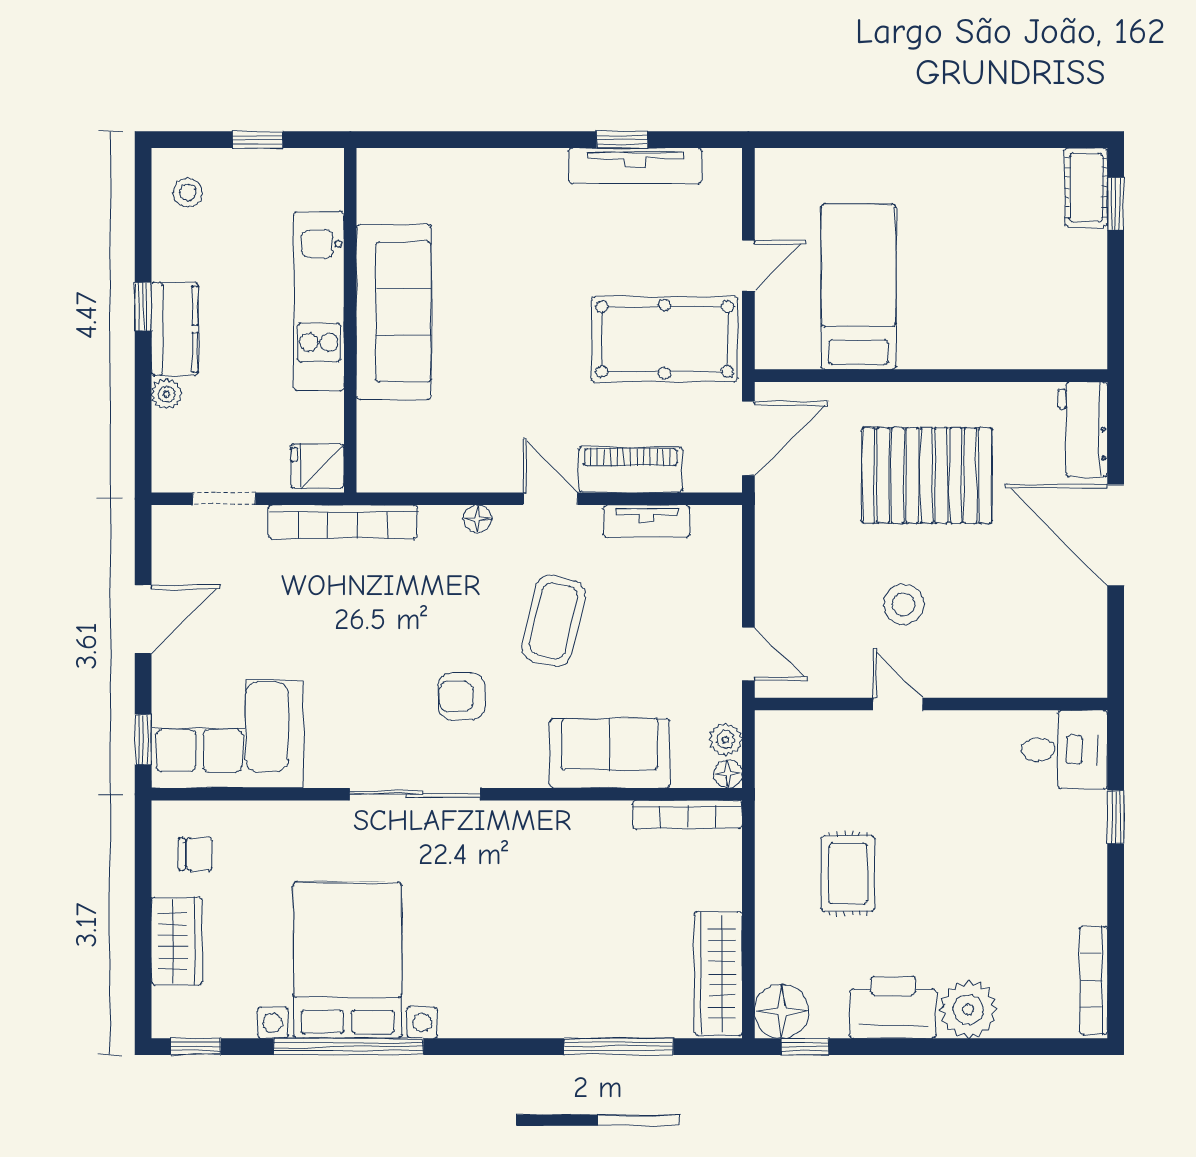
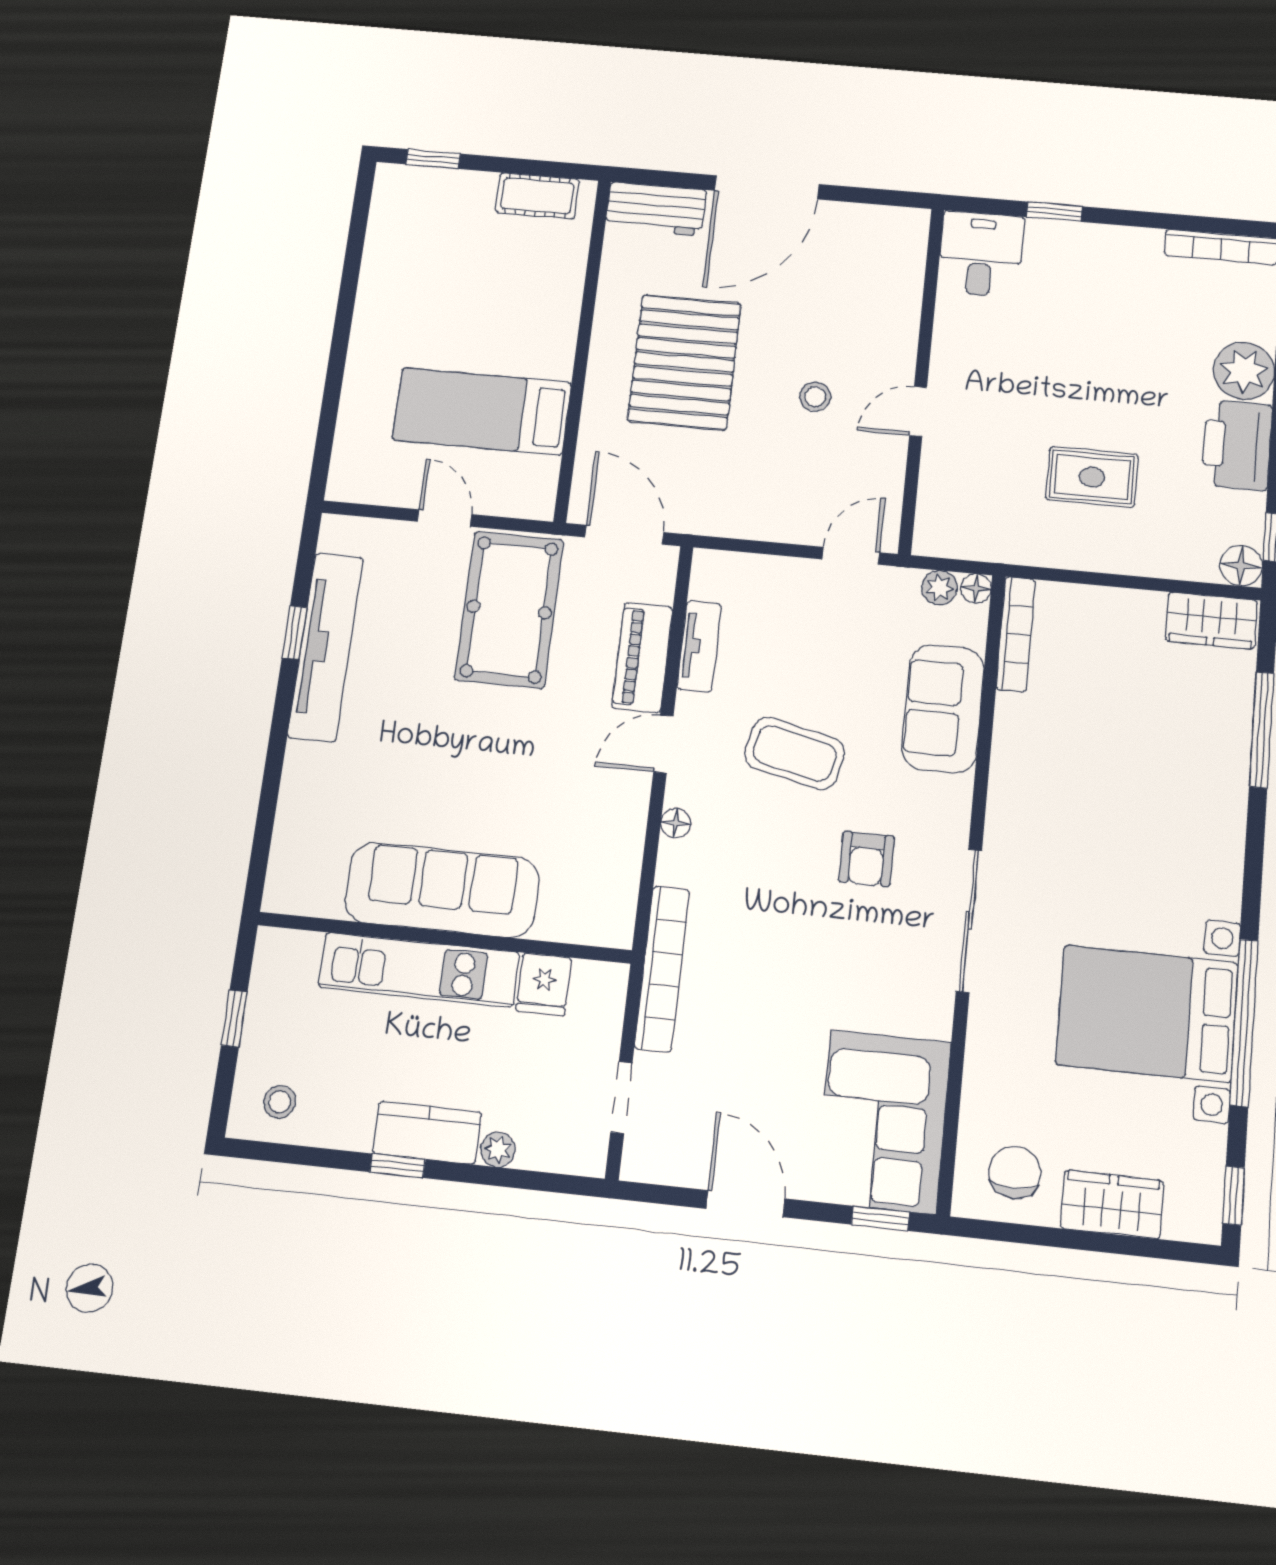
tv unit: (635, 166) -> (326, 647), width x1.36, depth x1.29
cot: (1086, 187) -> (537, 196), moved
fridge: (318, 466) -> (544, 984), moved
stool: (904, 604) -> (815, 397), width x0.73, depth x0.73
chair: (195, 854) -> (1015, 1172), width x1.37, depth x1.37
wardrobe: (718, 974) -> (1211, 621), width x0.67
floor lamp: (782, 1011) -> (1241, 566), width x0.73, depth x0.73

